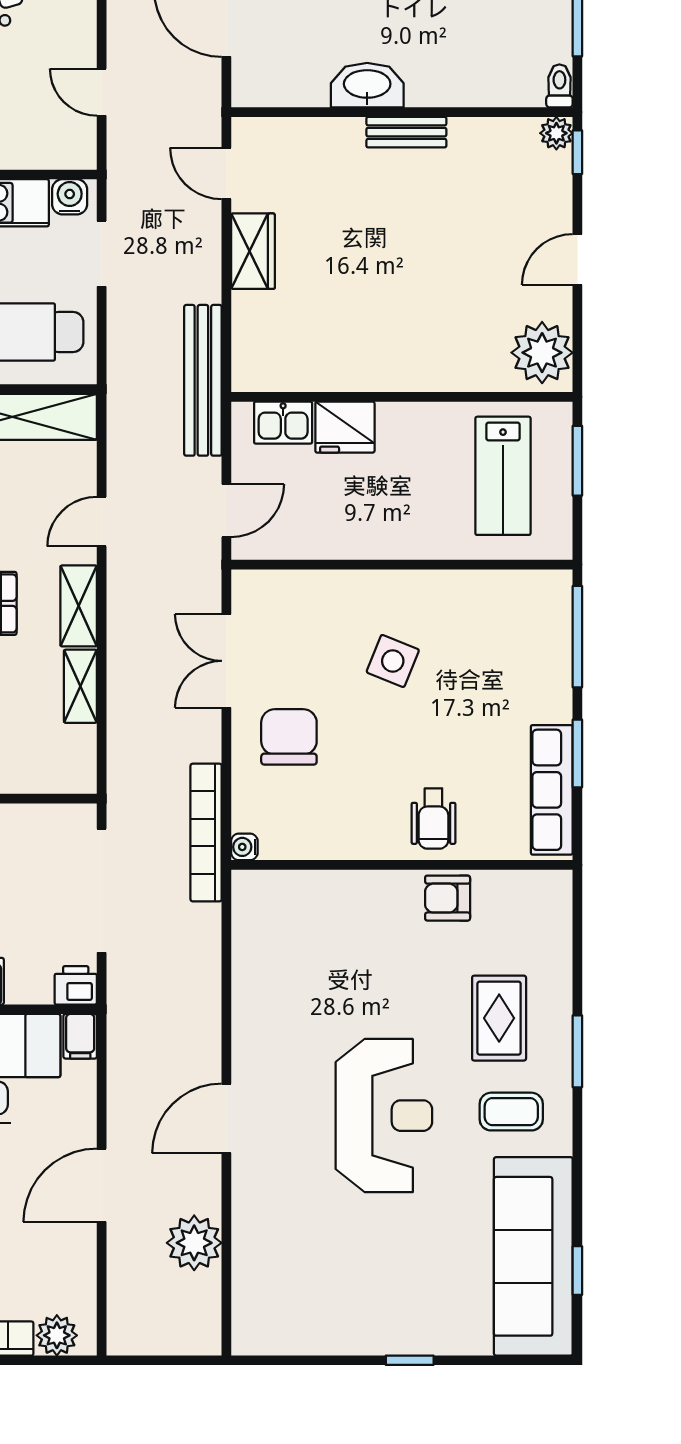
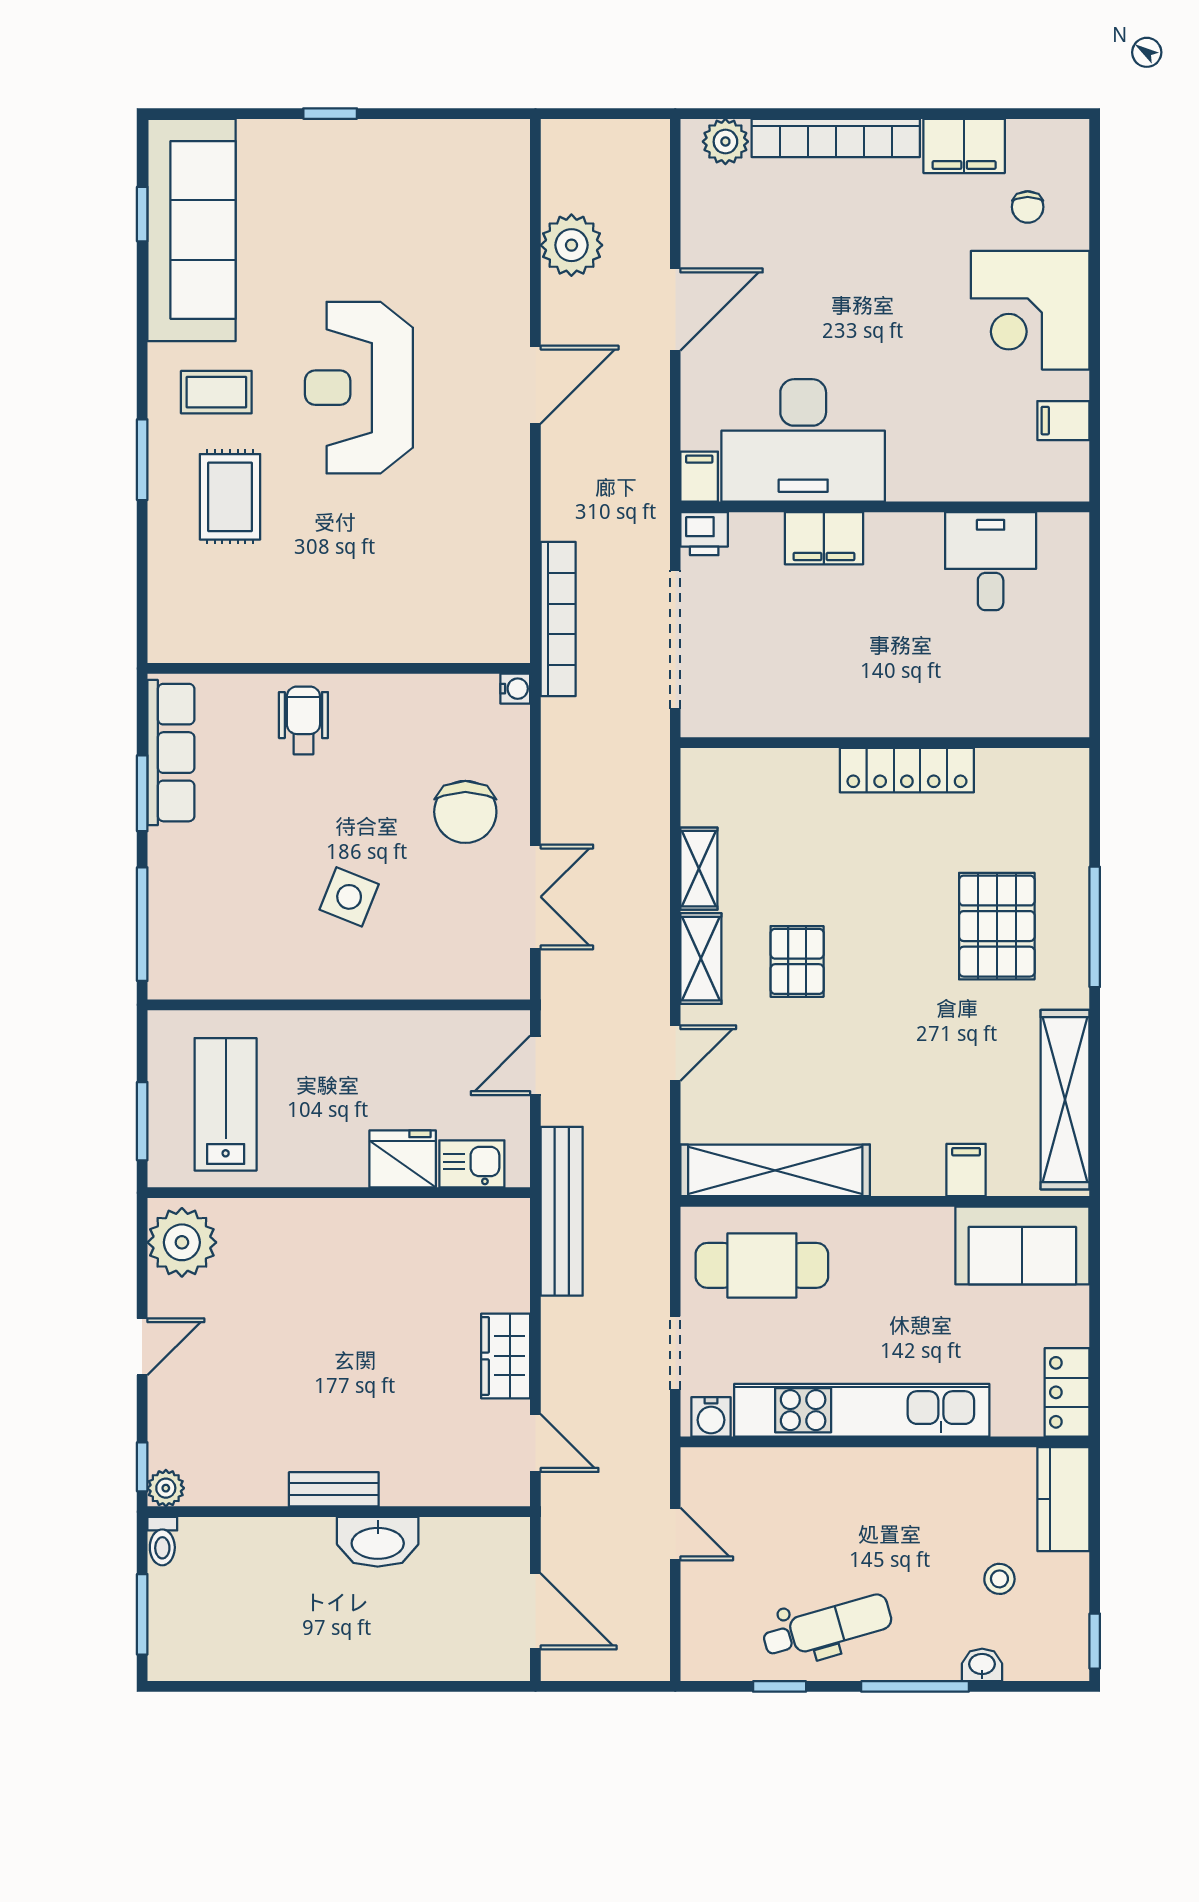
bookcase: (206, 833) -> (558, 619), moved
armchair: (448, 898) -> (288, 631), removed

